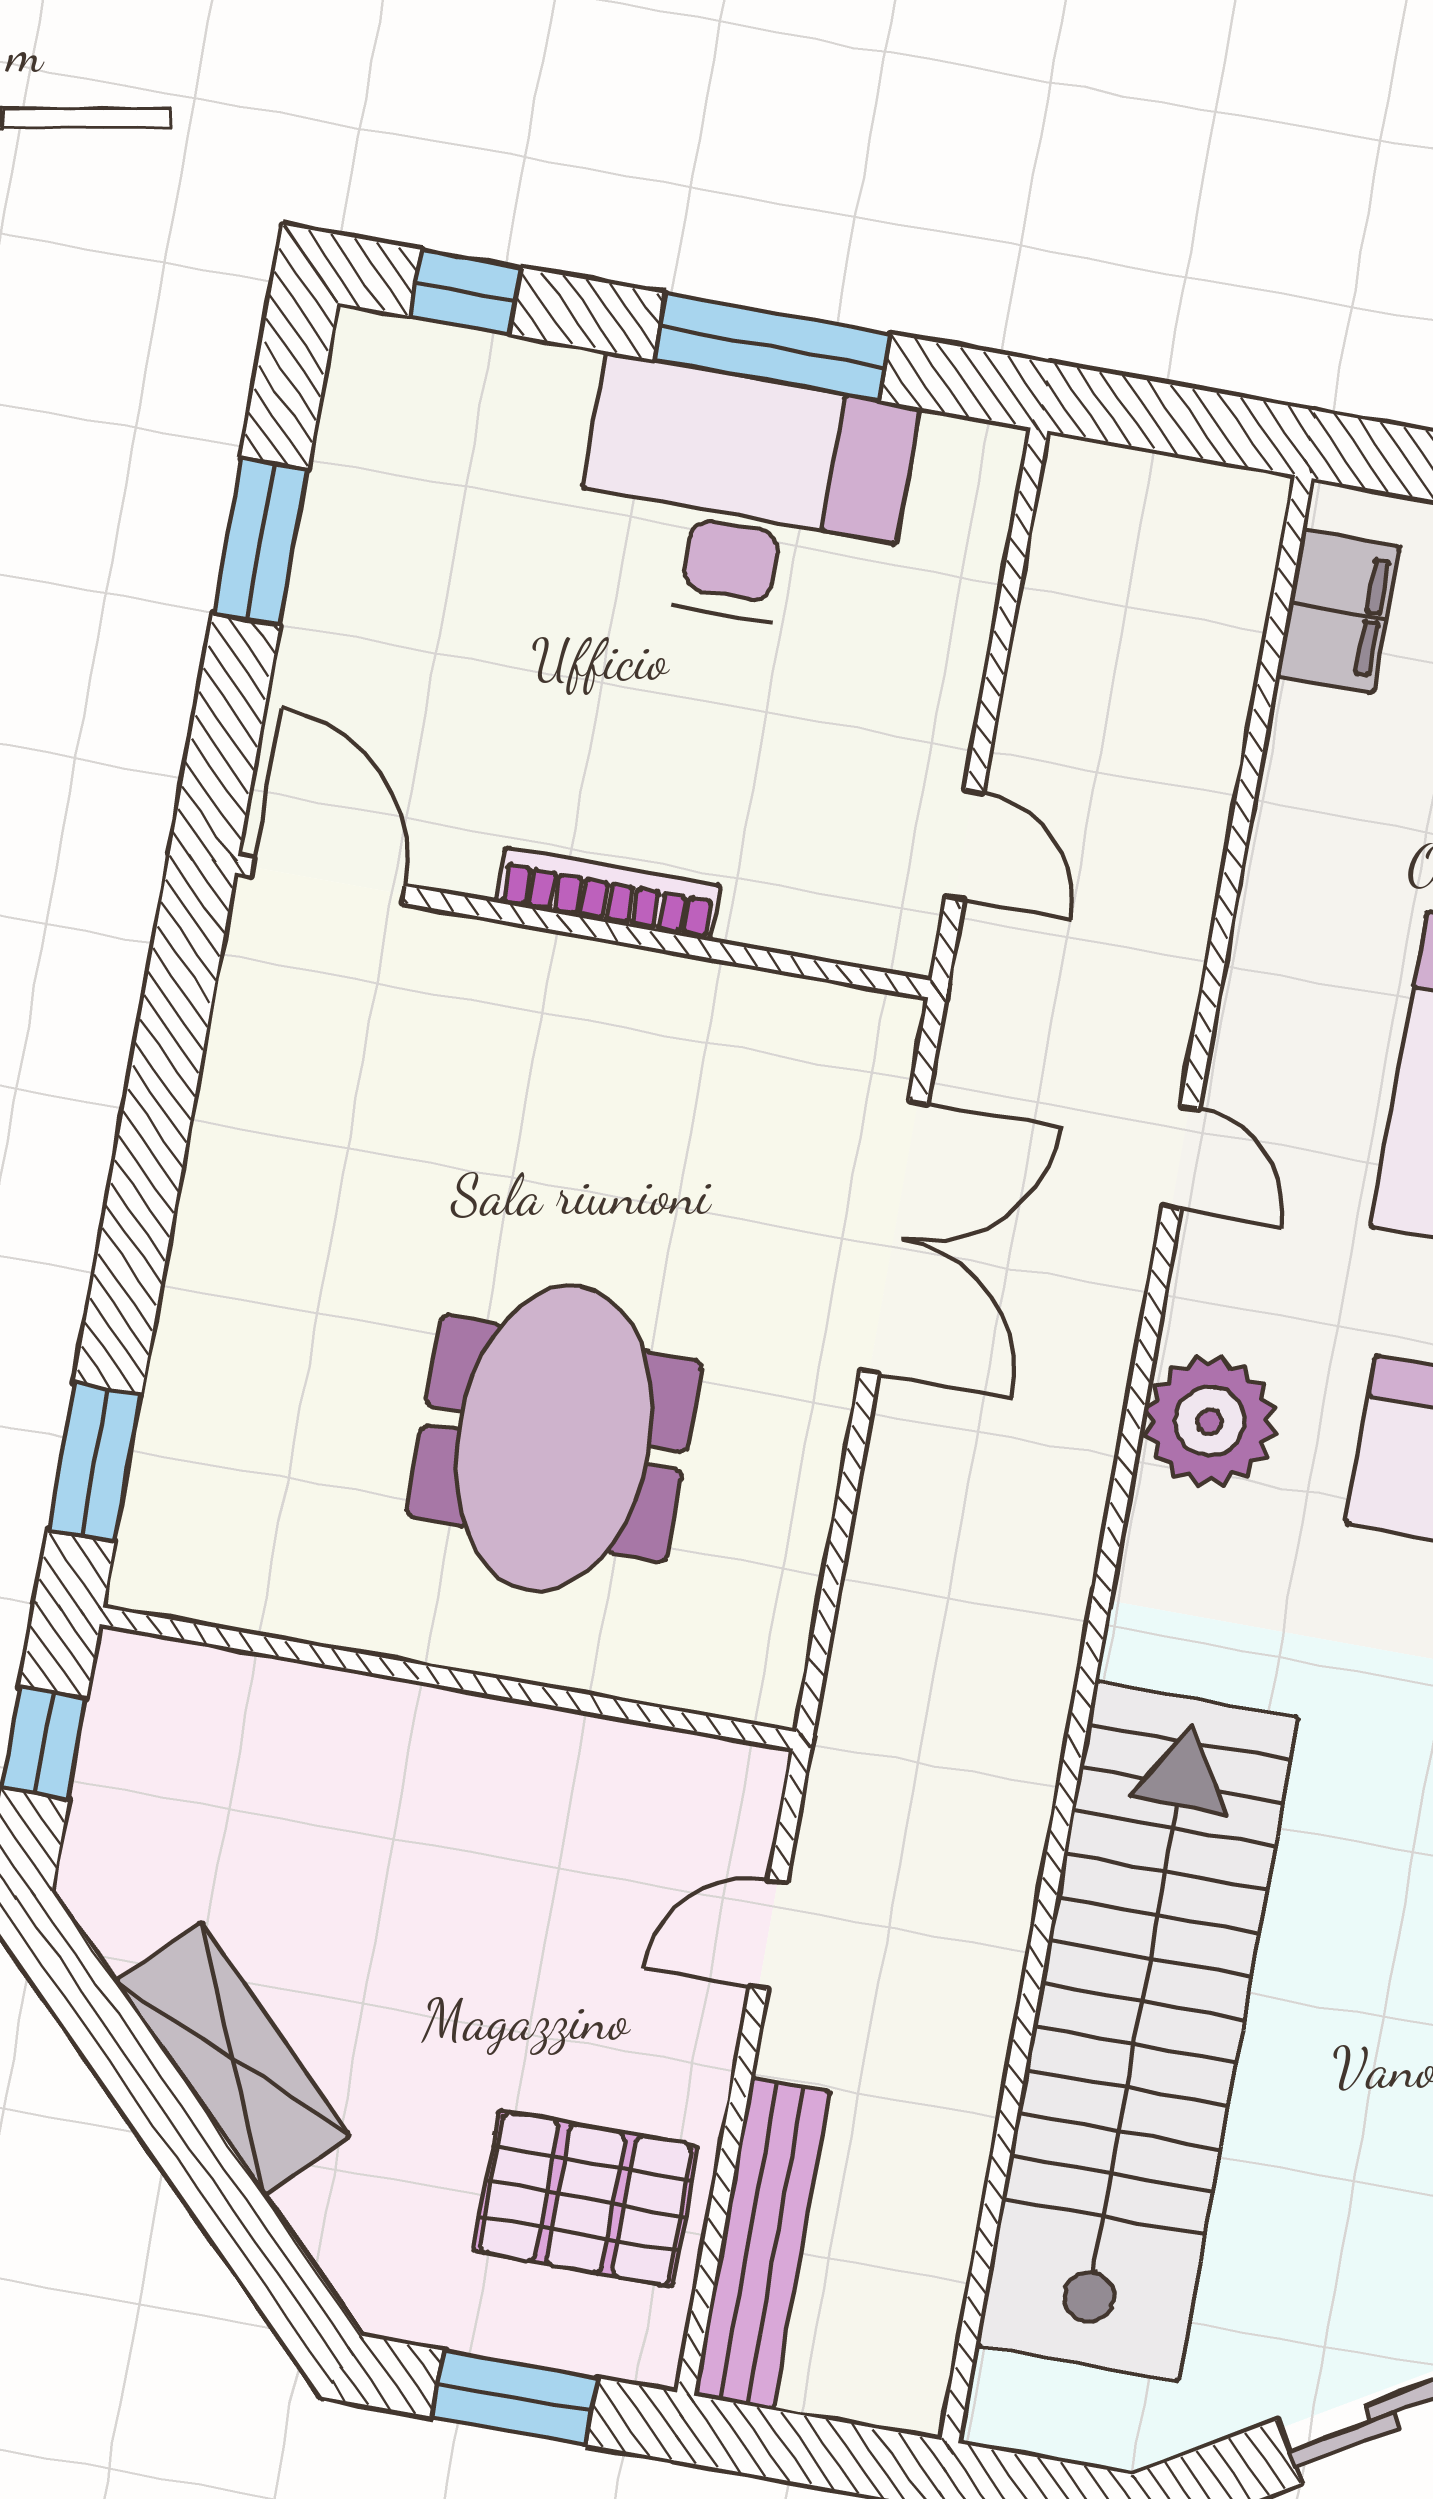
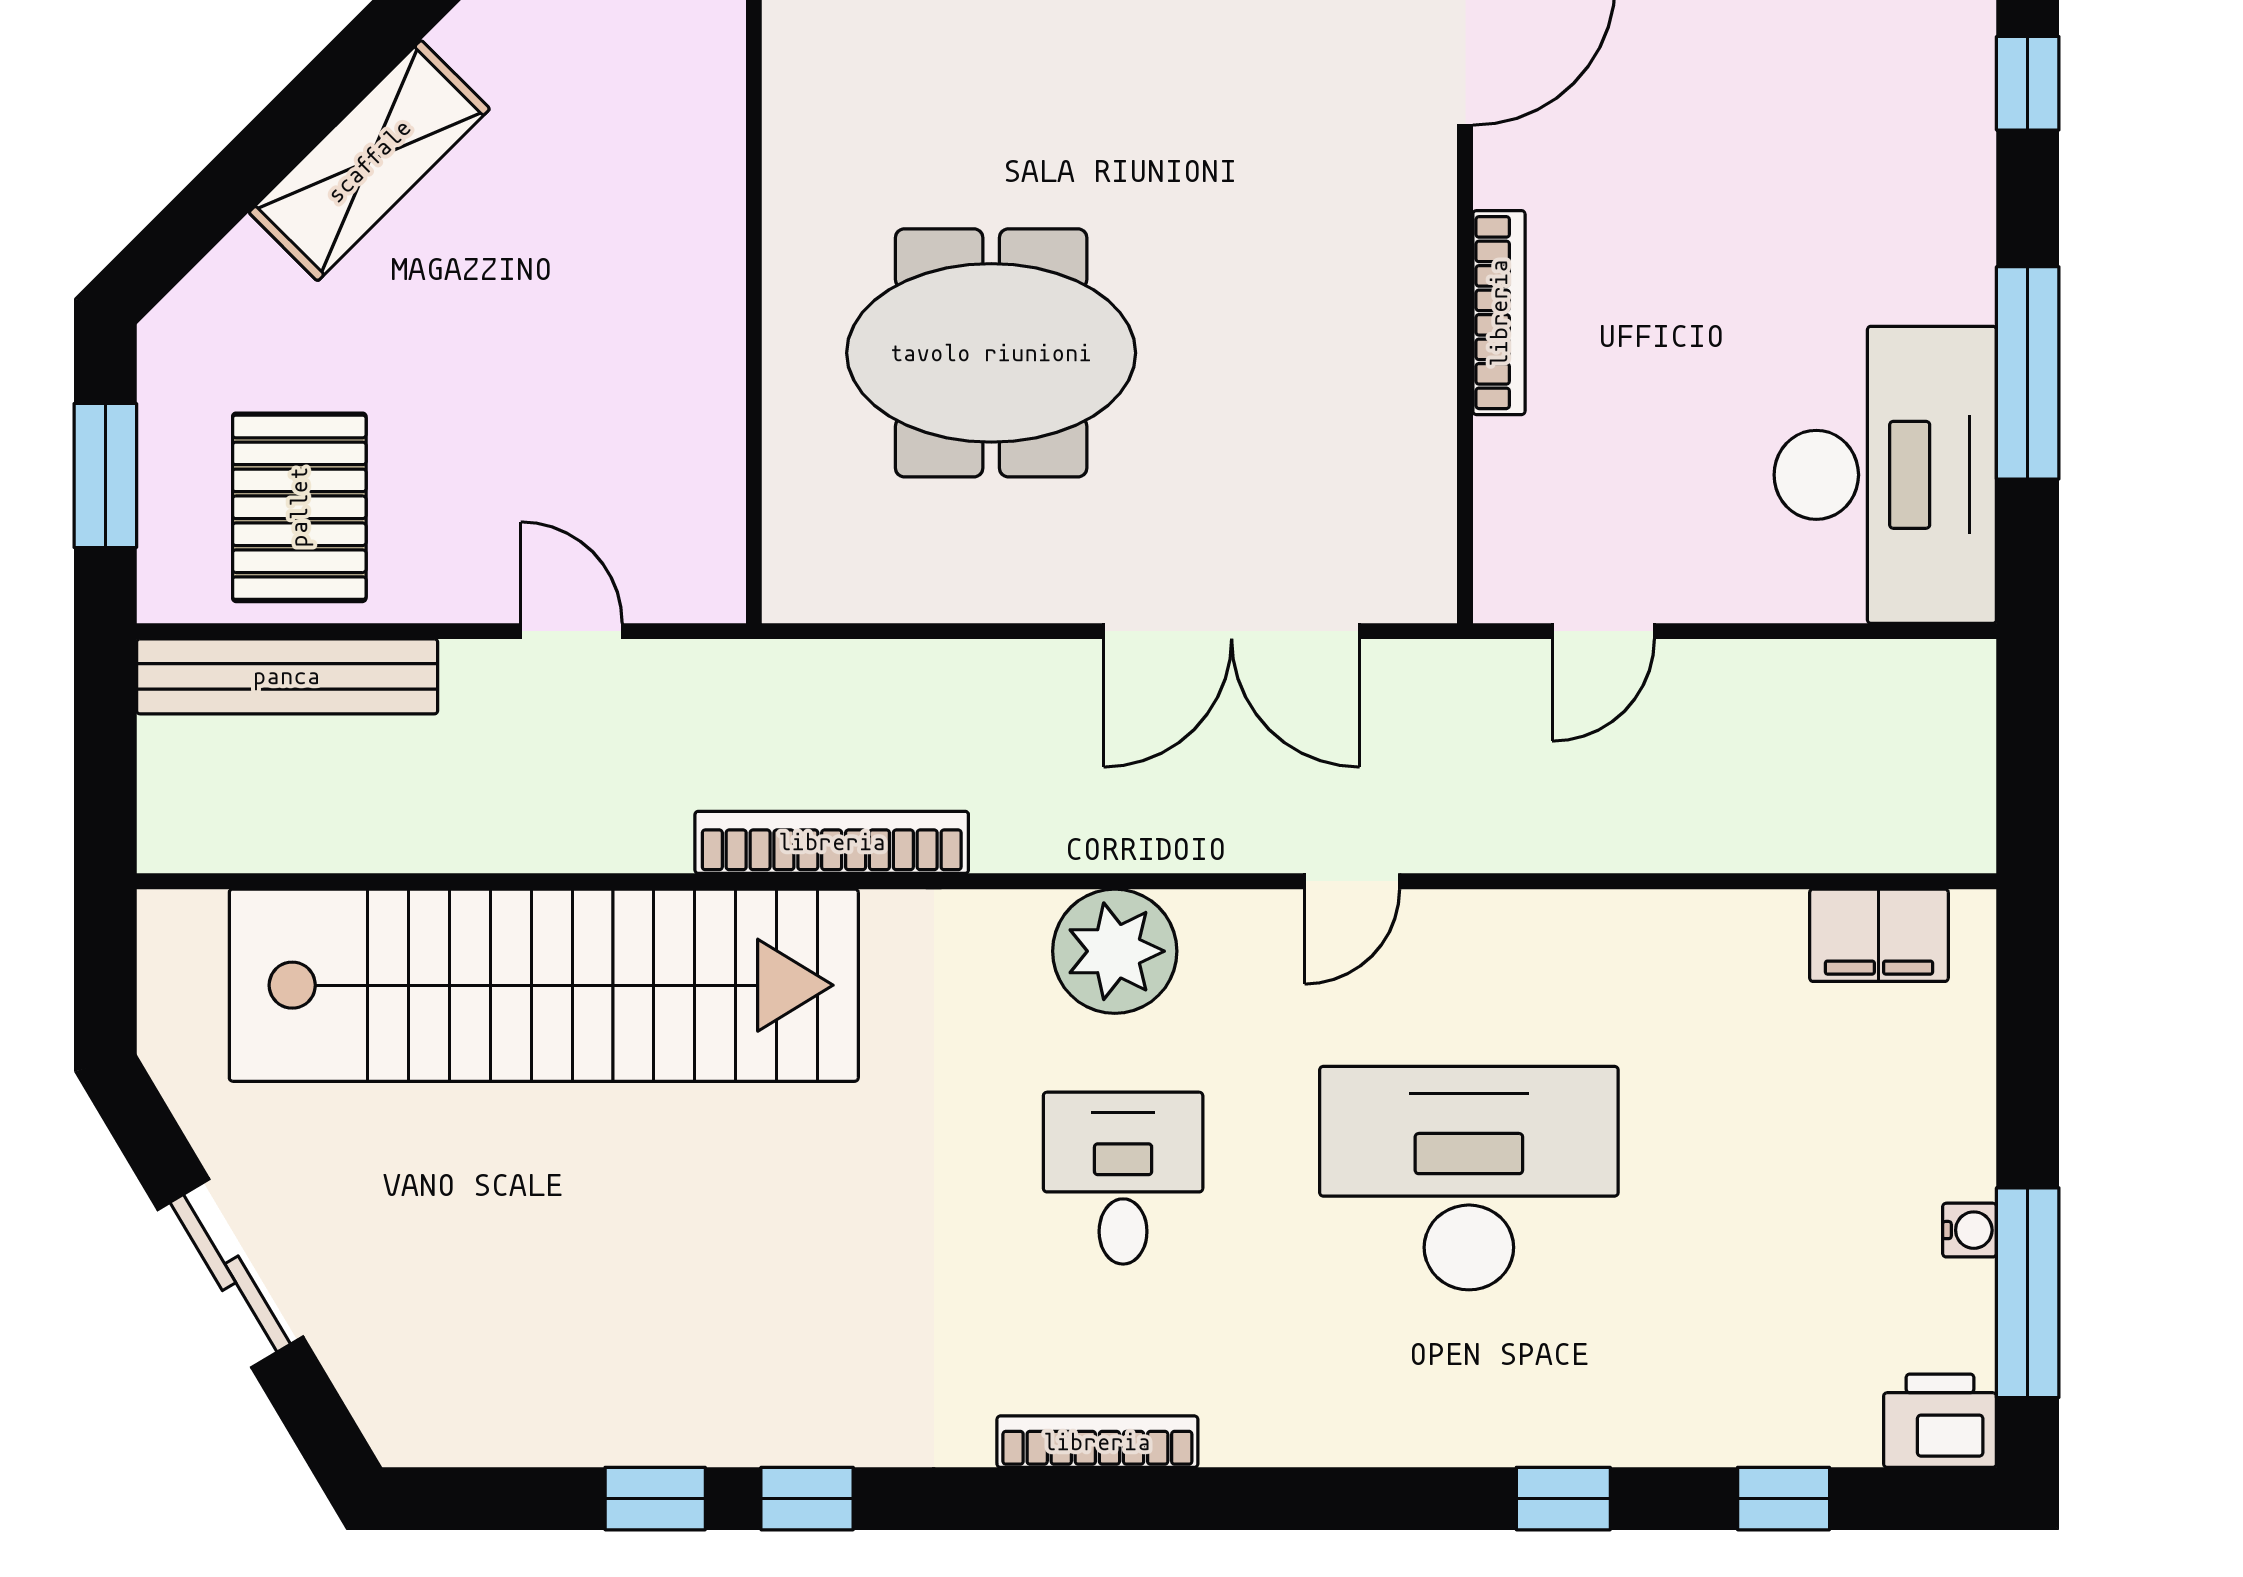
desk: (743, 497) -> (1885, 475), moved
bookcase: (1041, 1700) -> (832, 842), added

